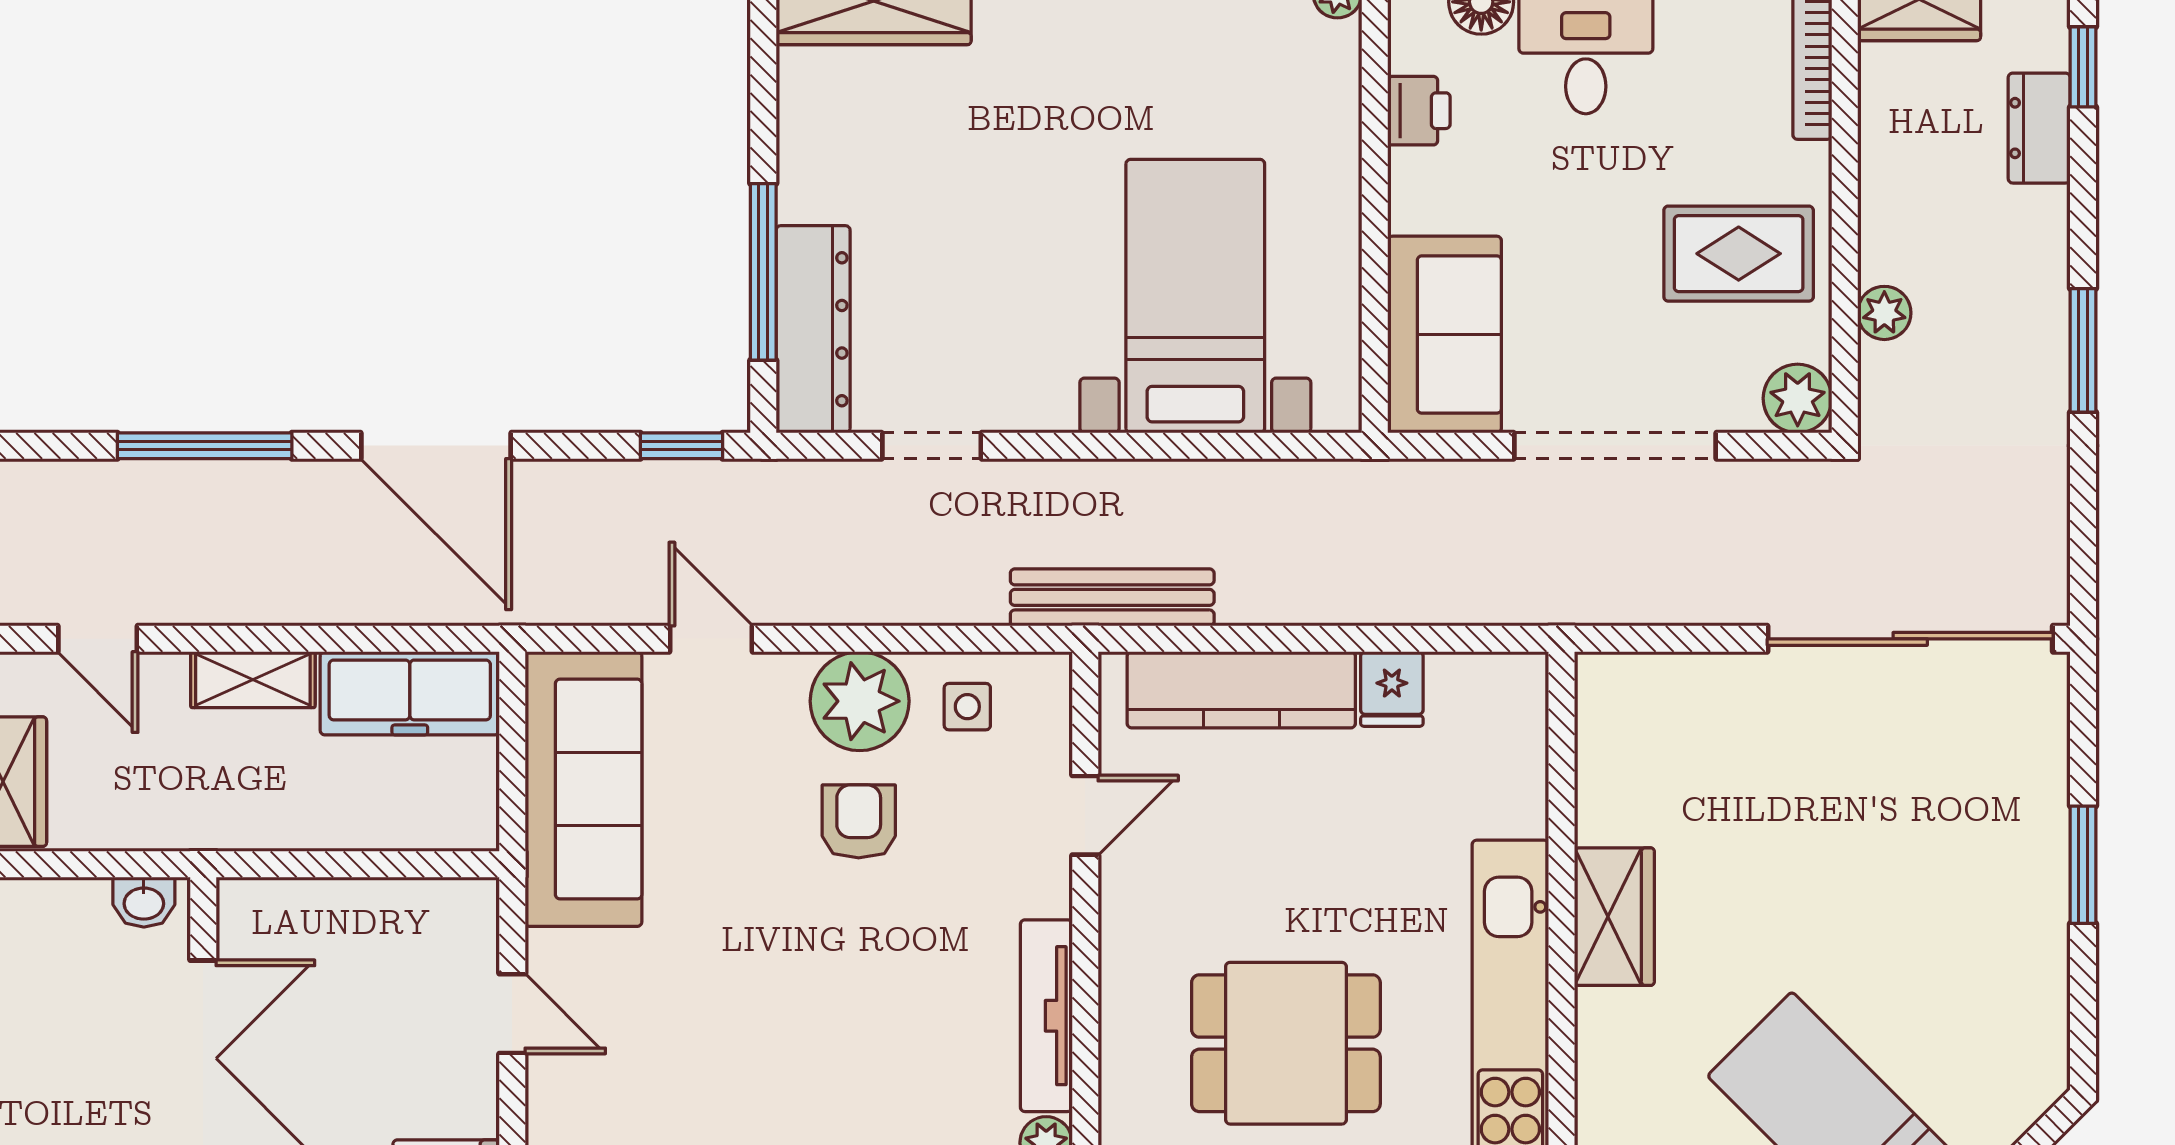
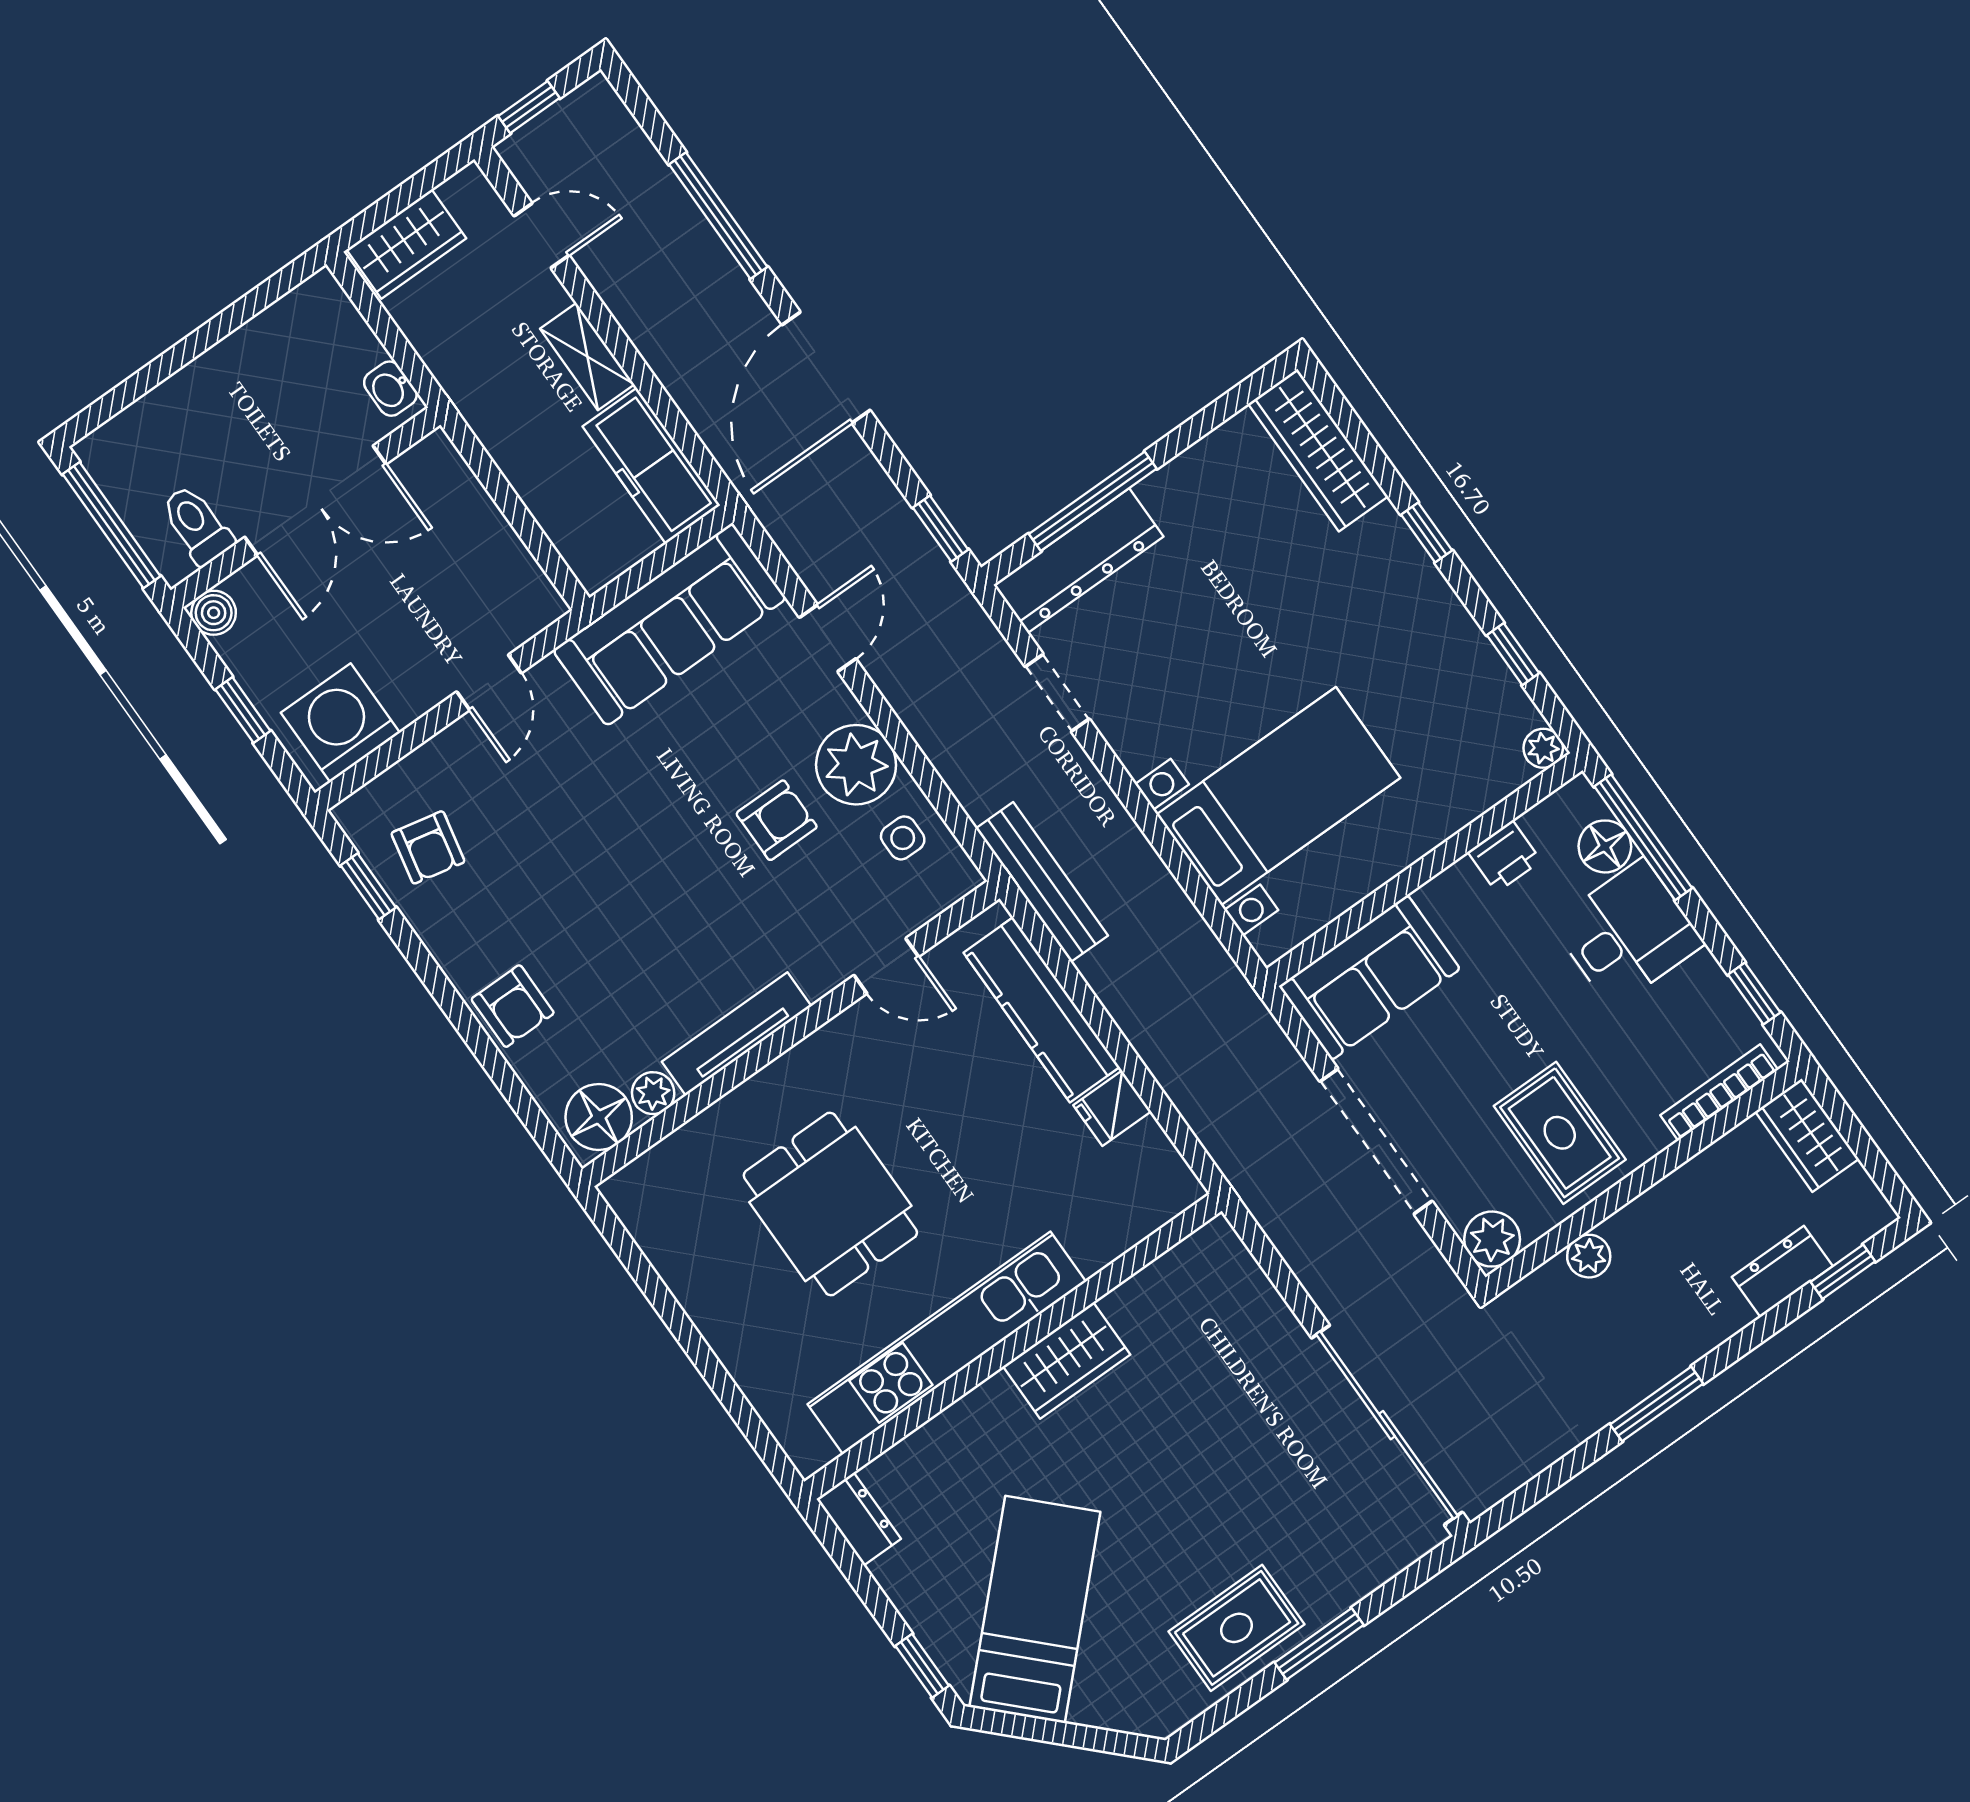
door: (98, 639) -> (542, 236), swing flipped
rug: (2007, 937) -> (1237, 1628), added

